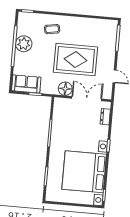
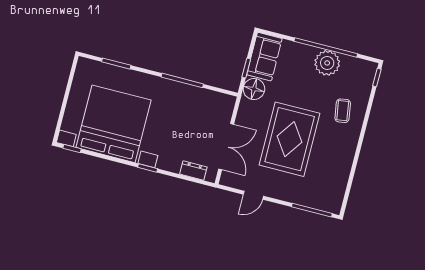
floor lamp: (65, 89) -> (254, 89), moved

